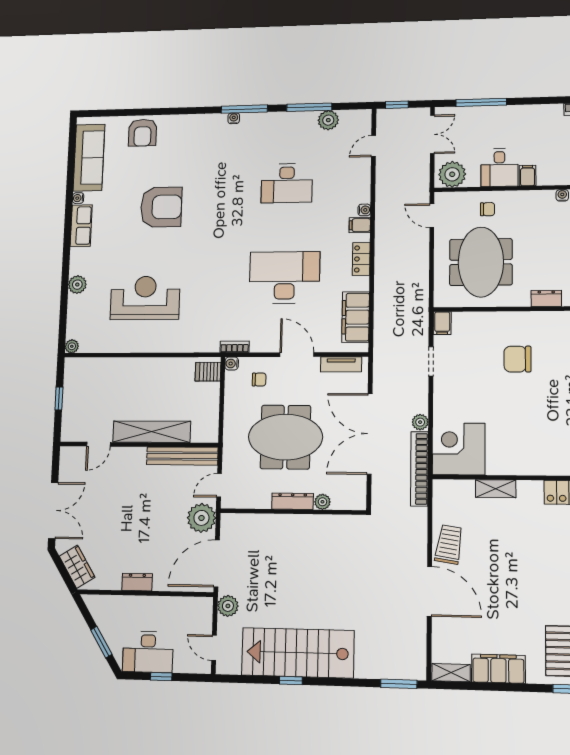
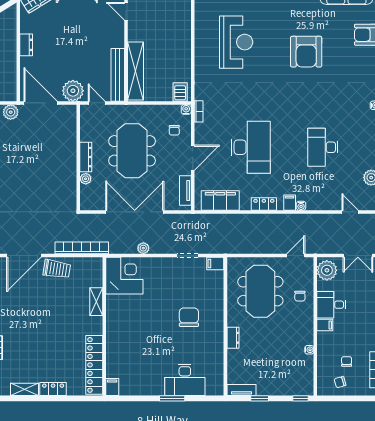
meeting table: (481, 262) -> (260, 291), turned 90
shelving: (152, 432) -> (136, 71), moved
bookcase: (419, 469) -> (82, 248), moved

